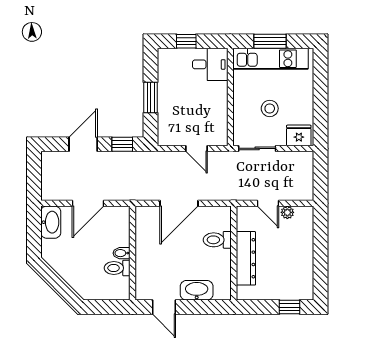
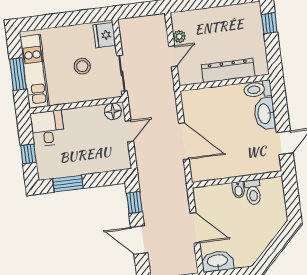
window: (151, 98) -> (68, 184), moved
floor lamp: (219, 134) -> (113, 111), added
toilet: (217, 240) -> (258, 89), moved, turned 90

